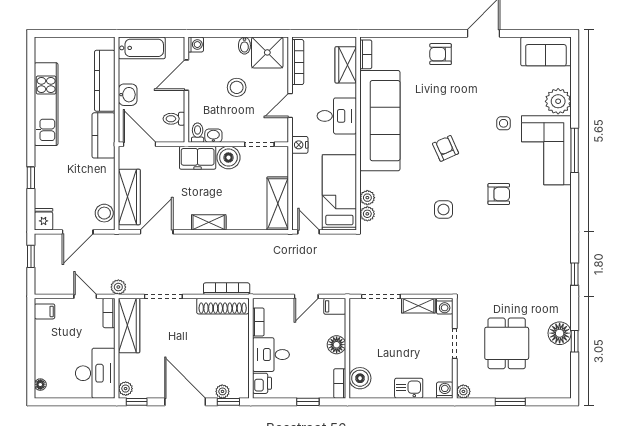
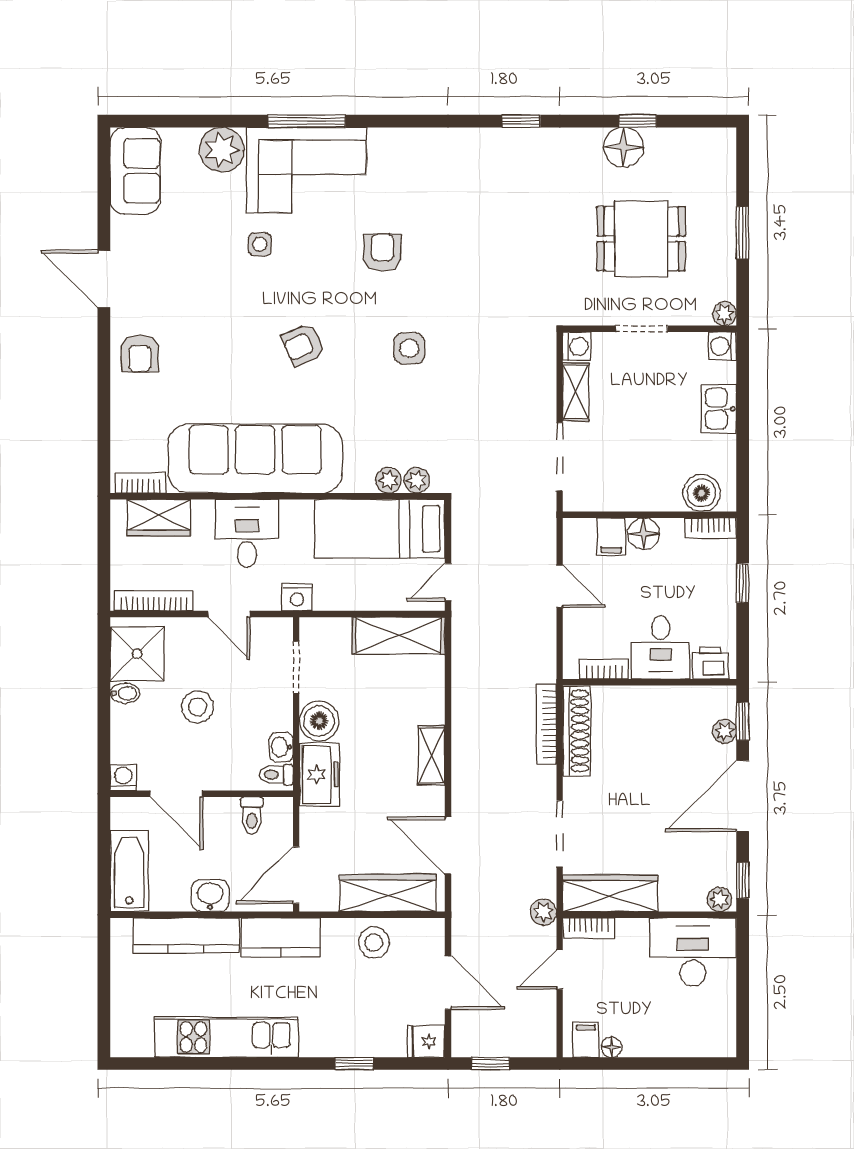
stool: (104, 213) -> (374, 942), moved
filing cabinet: (335, 306) -> (611, 537), moved
floor lamp: (40, 385) -> (612, 1047), moved

